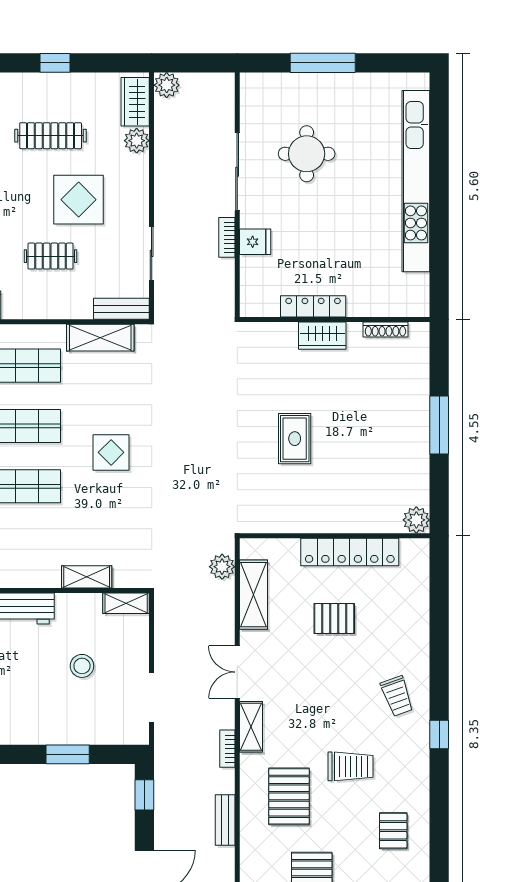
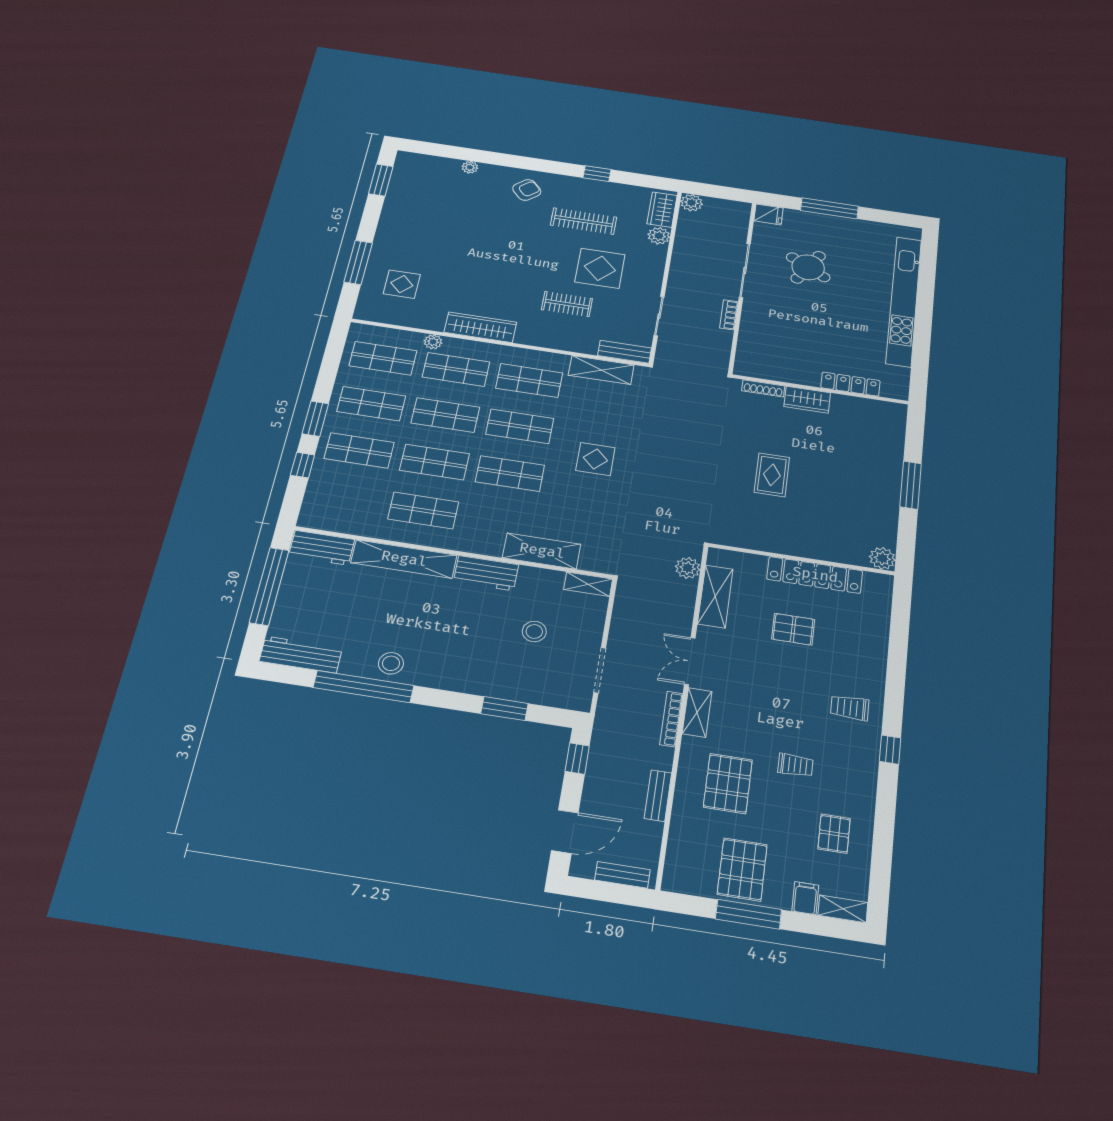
round table: (307, 154) -> (808, 267), turned 30
fridge: (255, 242) -> (769, 214), moved
locker: (313, 306) -> (850, 384), moved
shoe rack: (385, 329) -> (763, 388), moved
shelving: (87, 577) -> (542, 551), width x1.50, depth x1.33
trolley: (397, 696) -> (850, 708), turned 110
bookcase: (227, 749) -> (671, 719), width x1.56
trolley: (351, 766) -> (795, 765), width x0.73, depth x0.72

